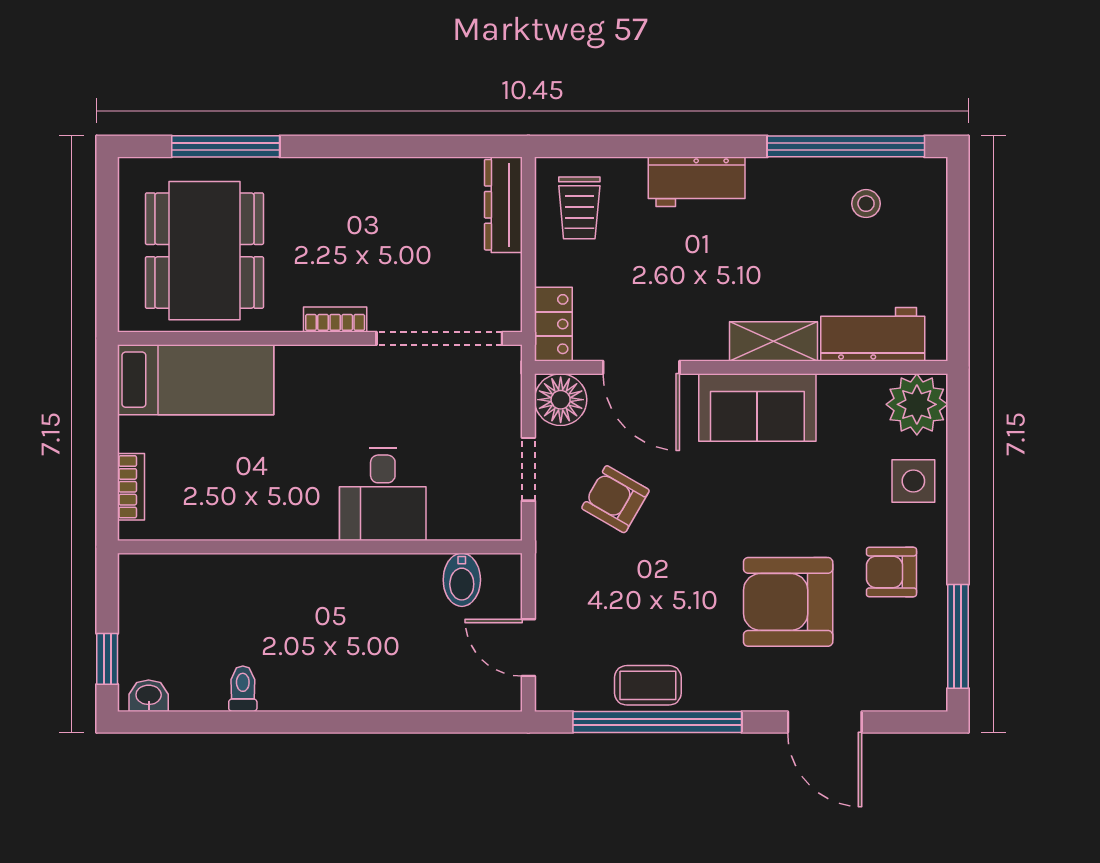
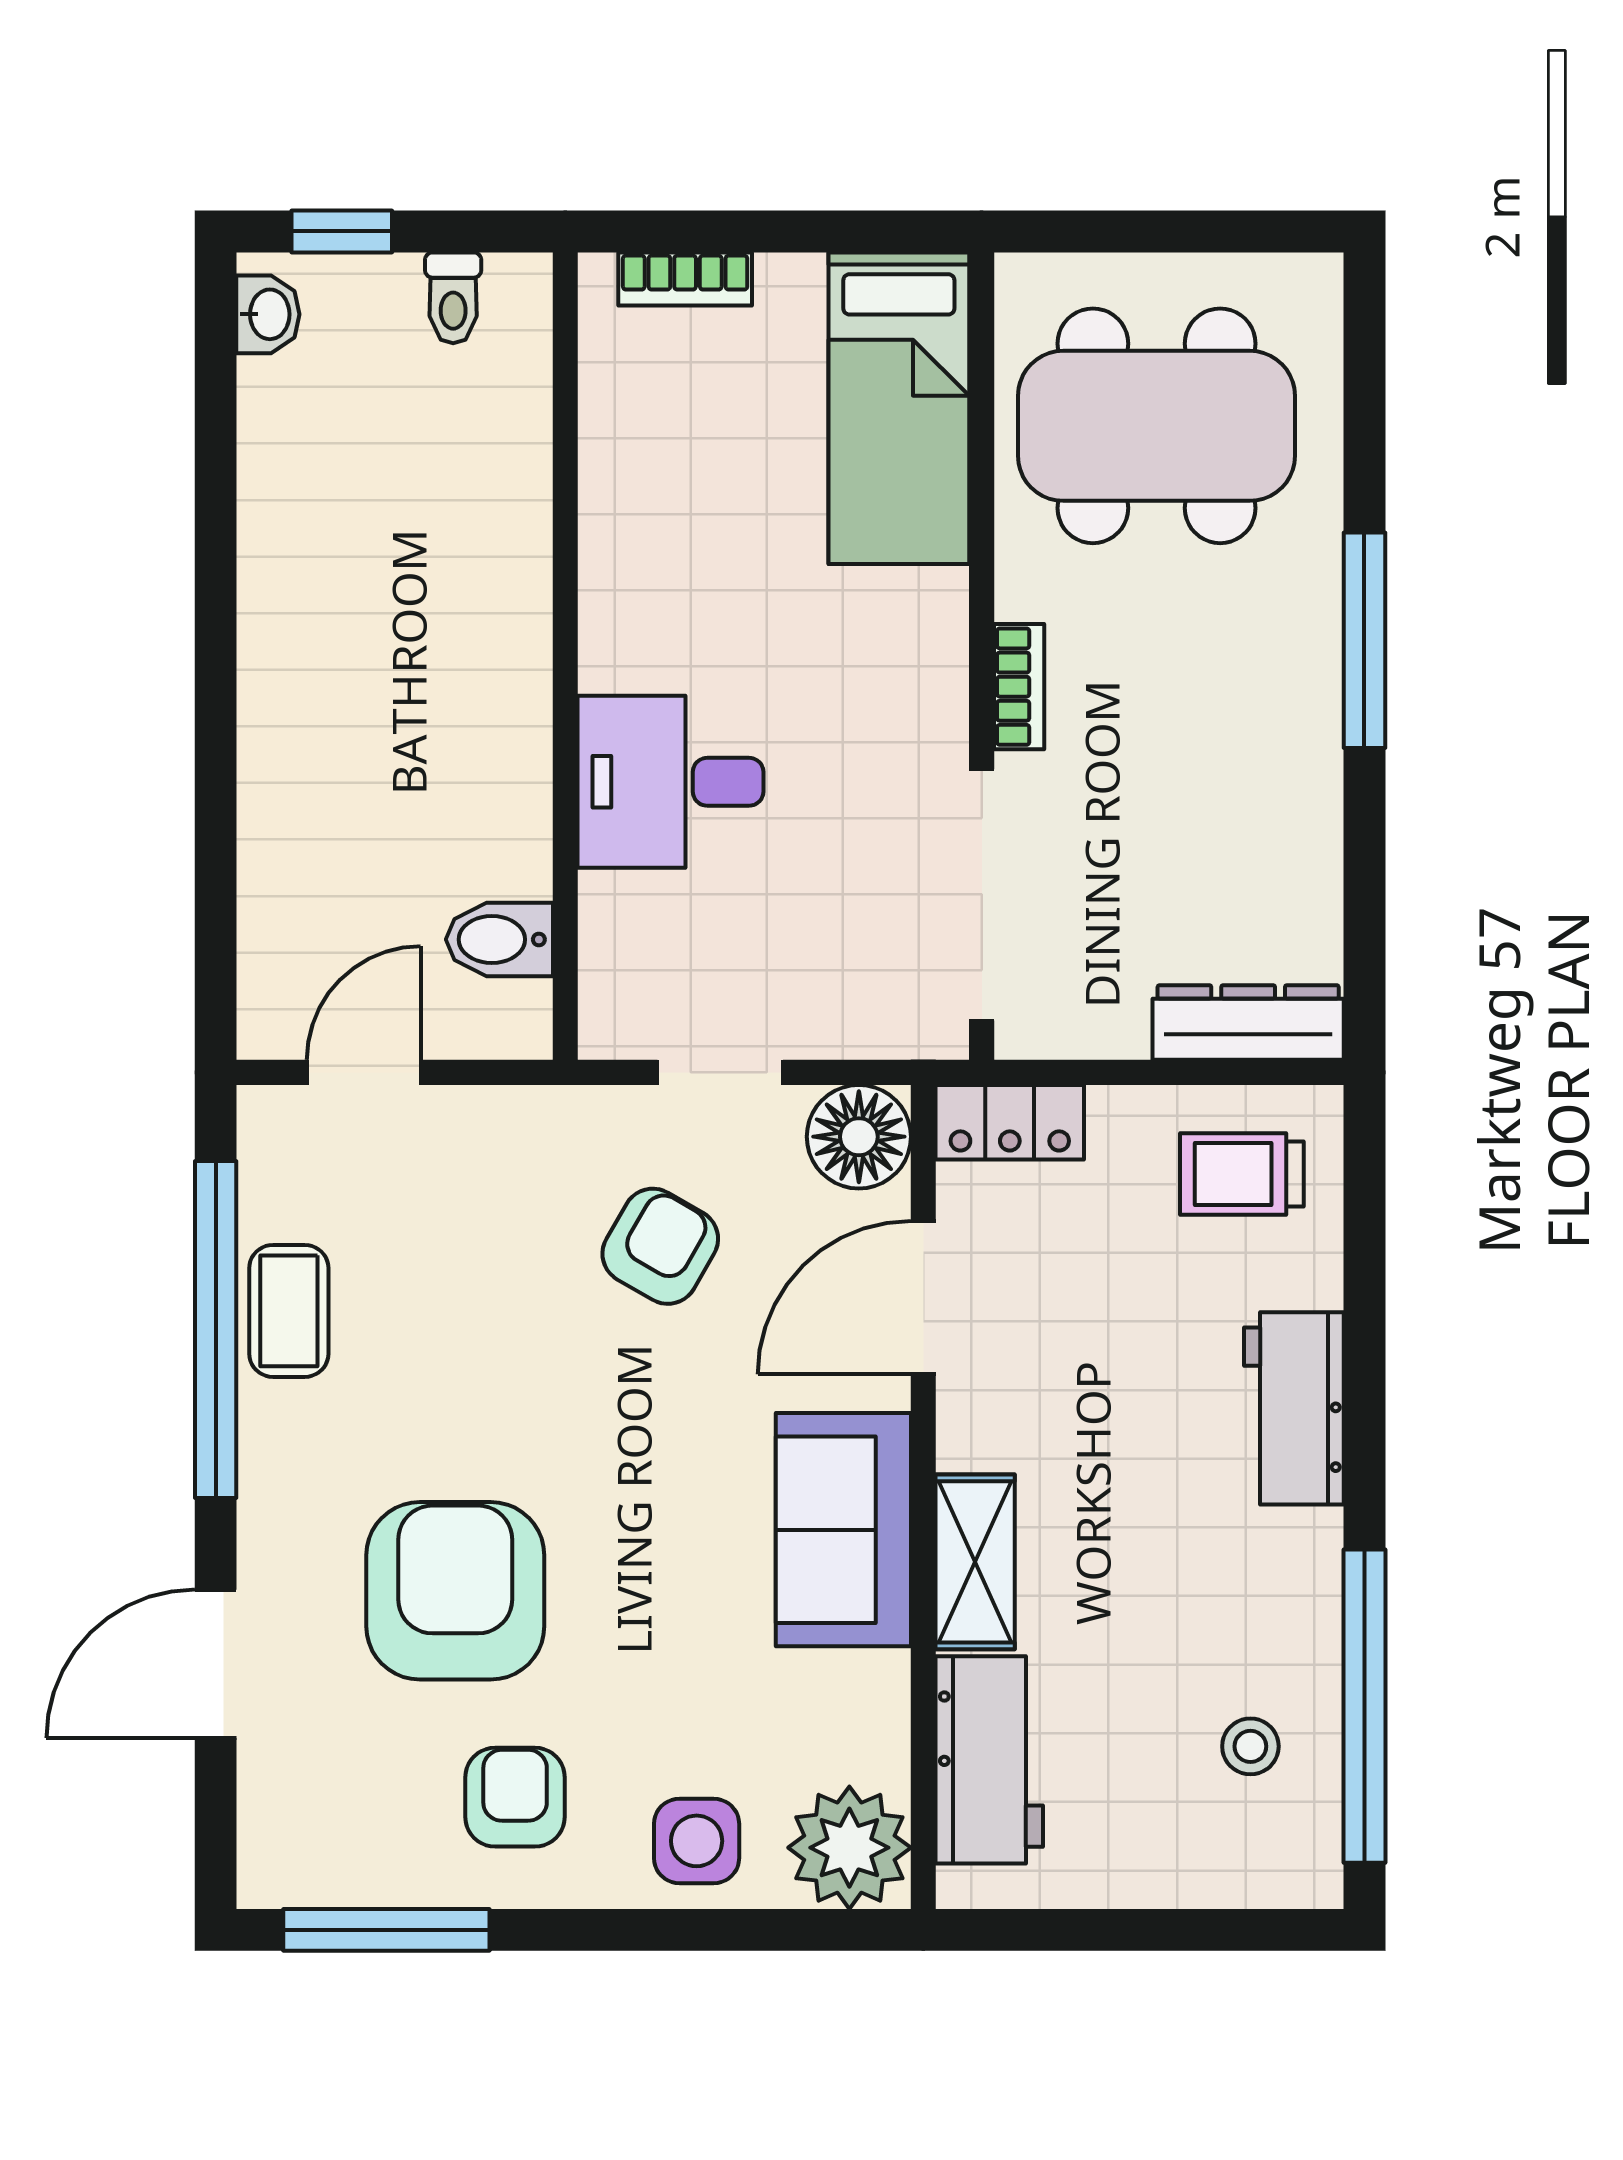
window: (226, 146) -> (1364, 640), moved
toilet: (243, 689) -> (453, 298), moved, turned 90

